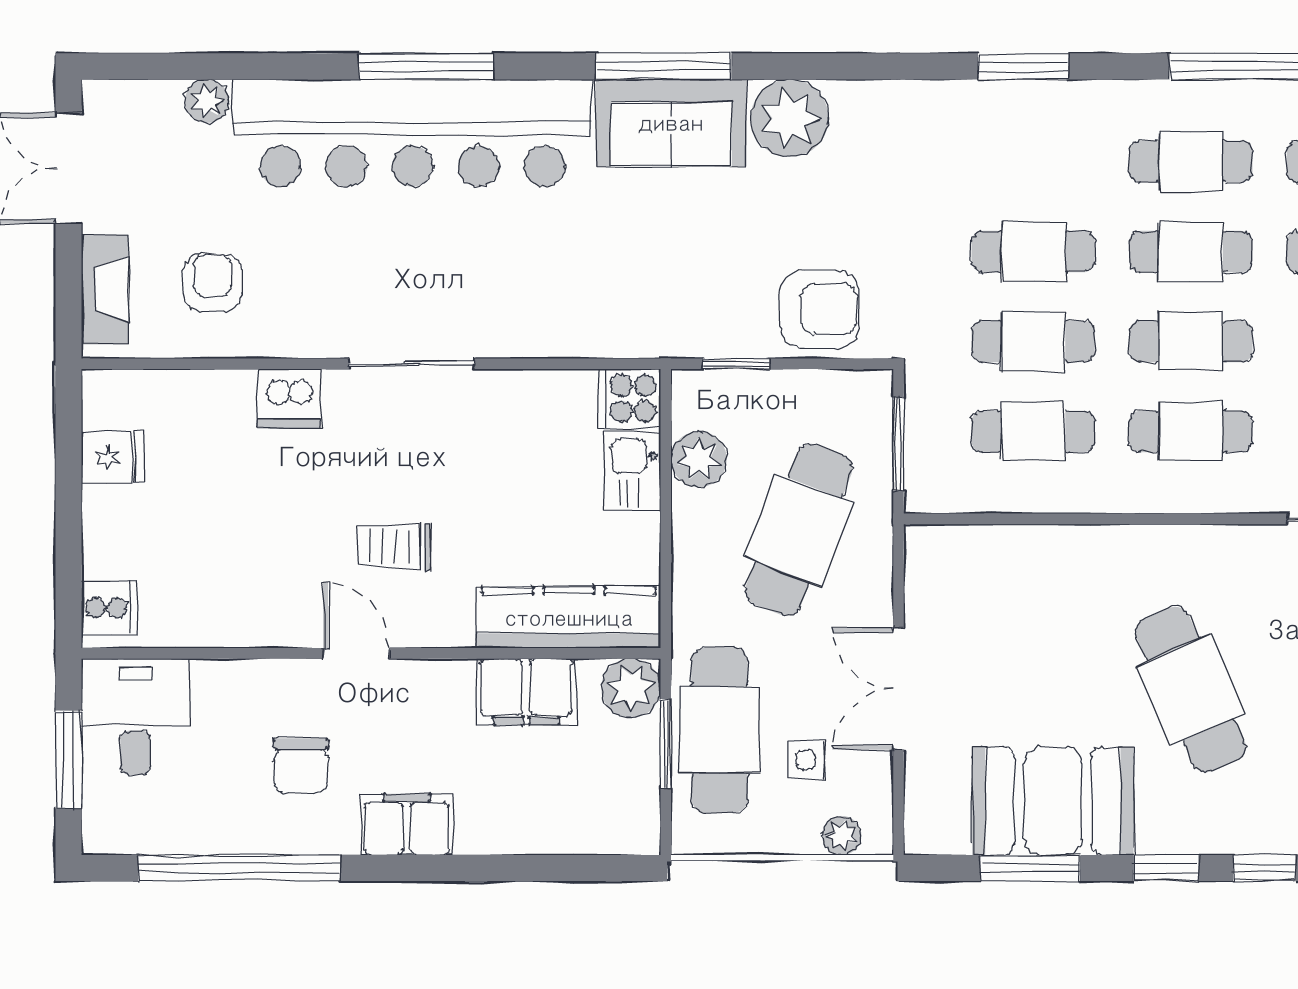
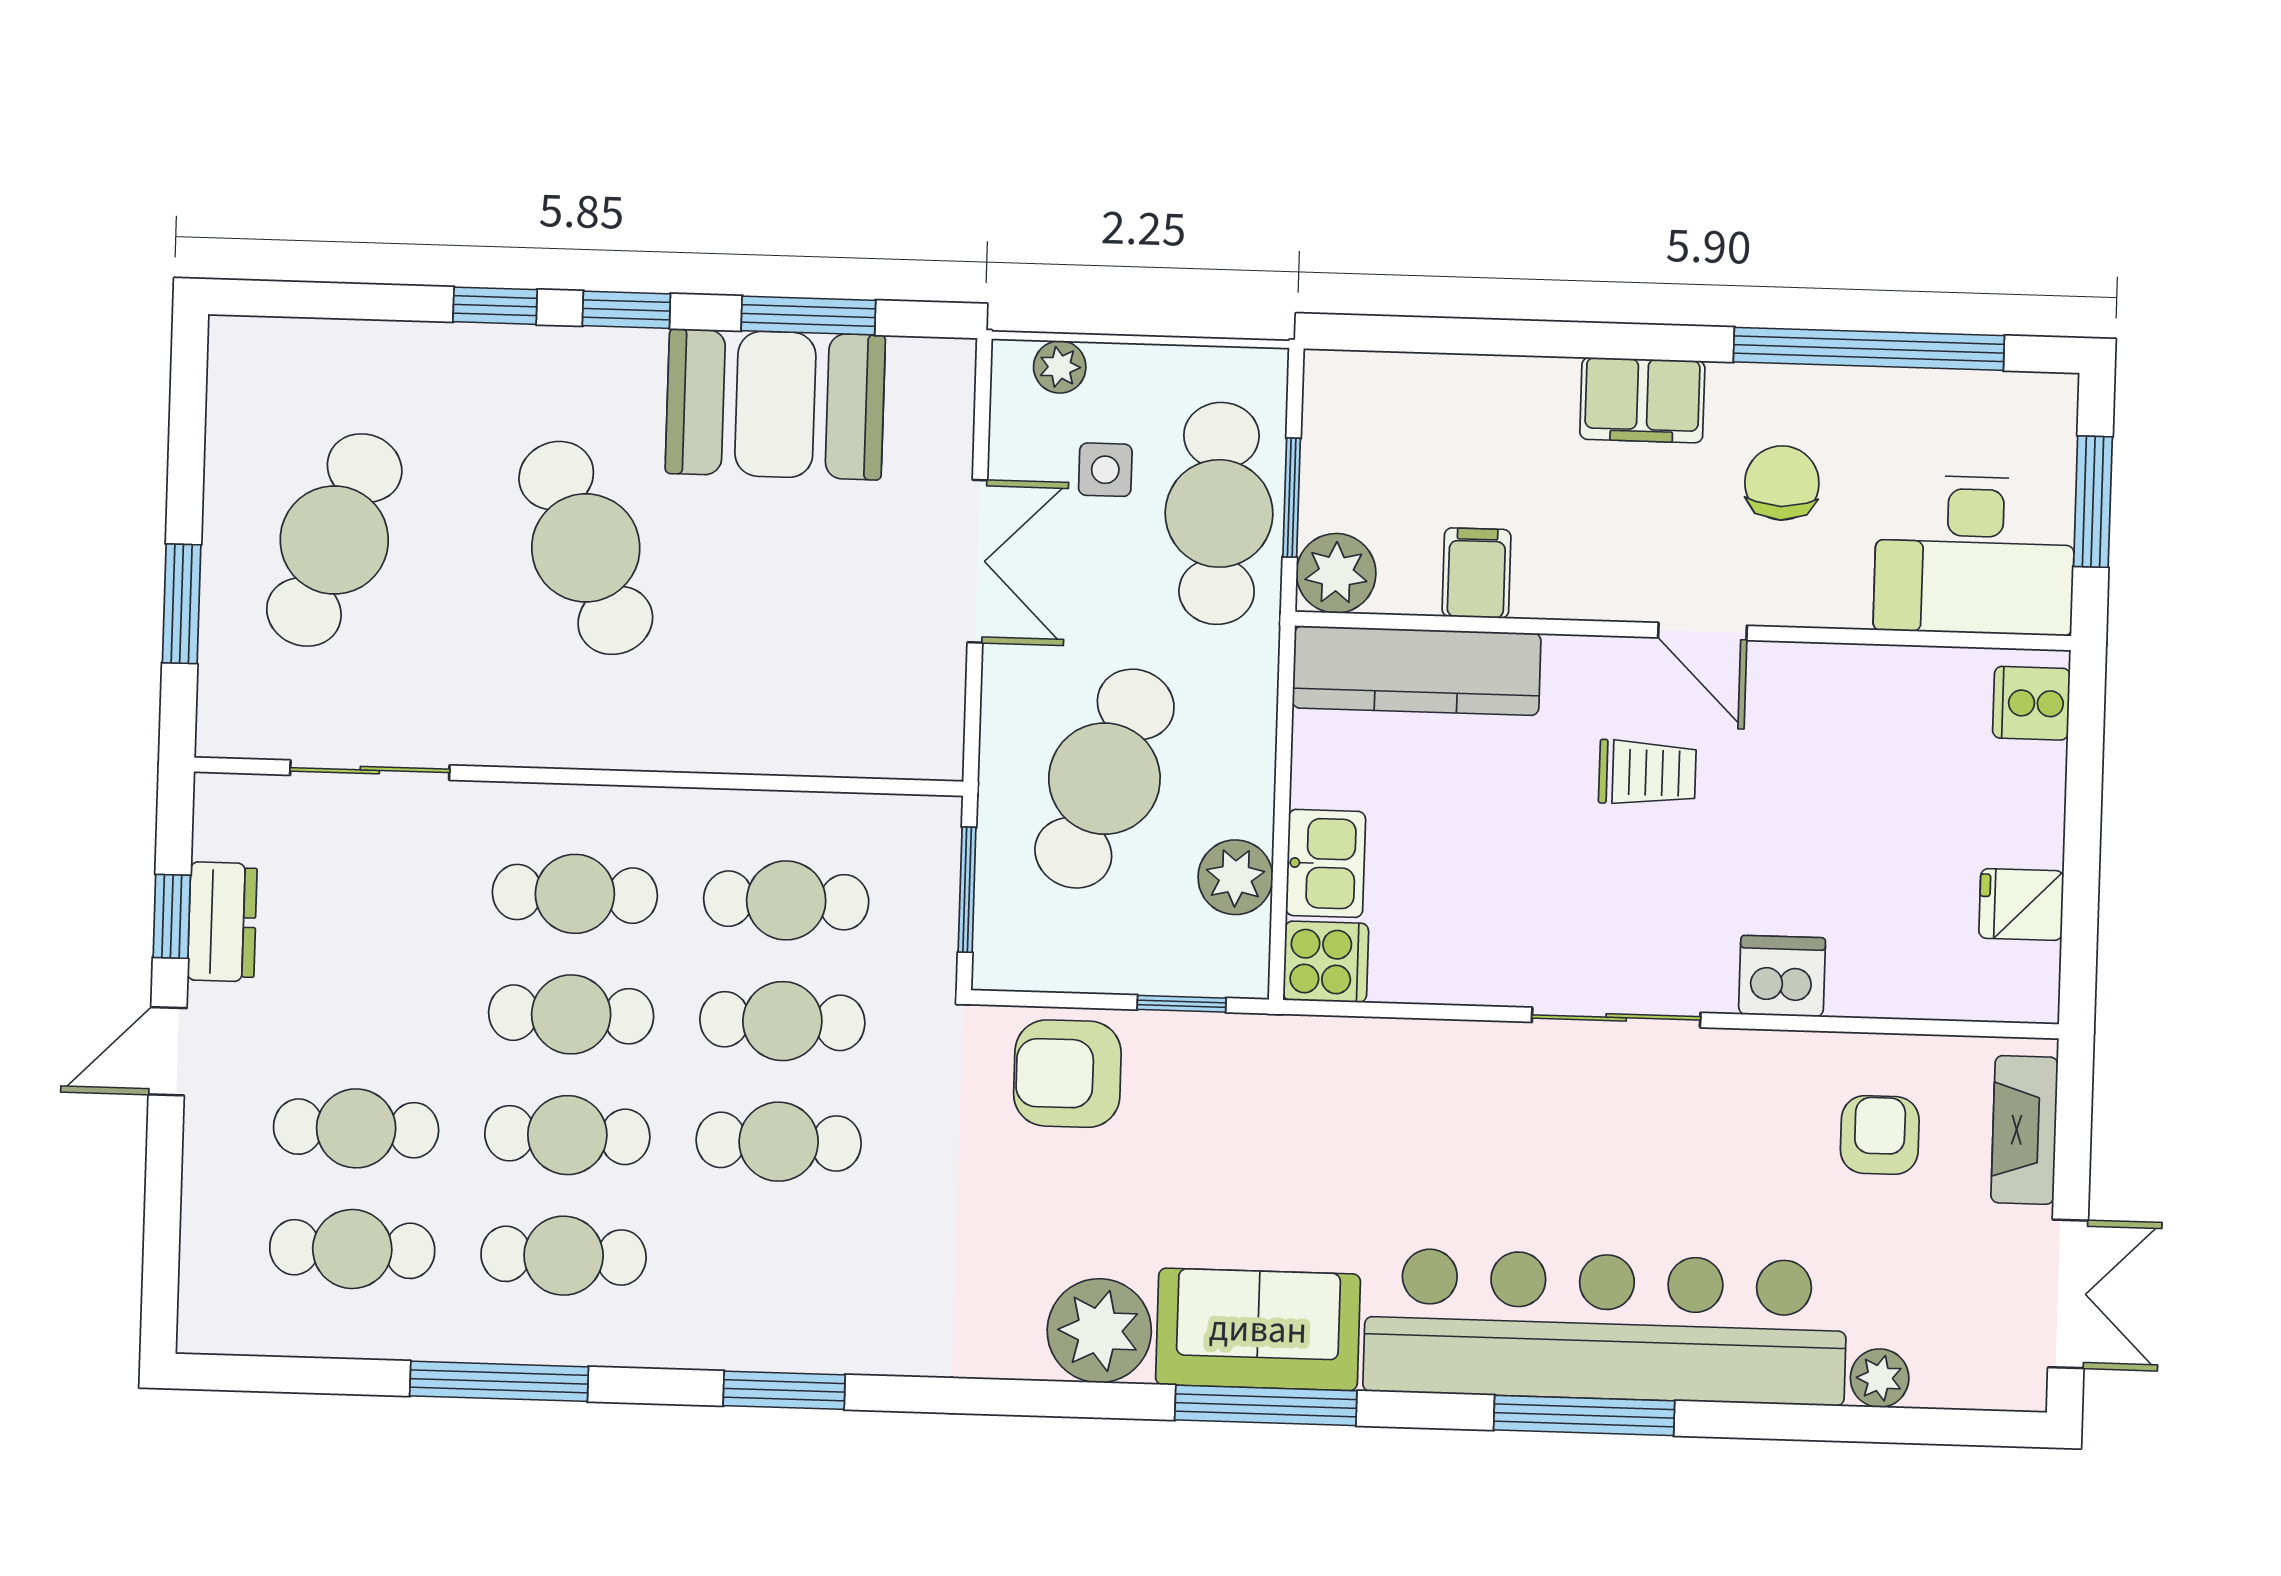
armchair: (213, 282) -> (1880, 1135), turned 180
filing cabinet: (526, 692) -> (1477, 573), width x0.50
desk: (135, 717) -> (1975, 555), width x1.37

